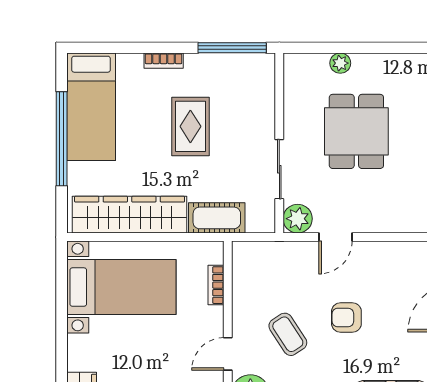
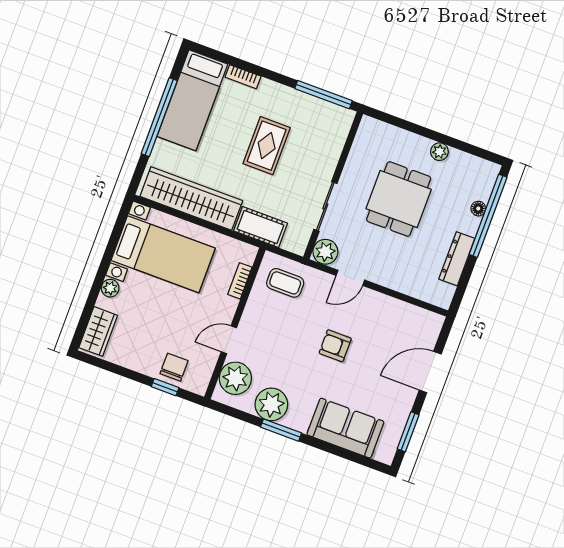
bookcase: (164, 61) -> (243, 77), moved
plant: (340, 63) -> (439, 152), moved
coffee table: (288, 334) -> (285, 283), moved, turned -57
plant: (77, 346) -> (110, 288), added

